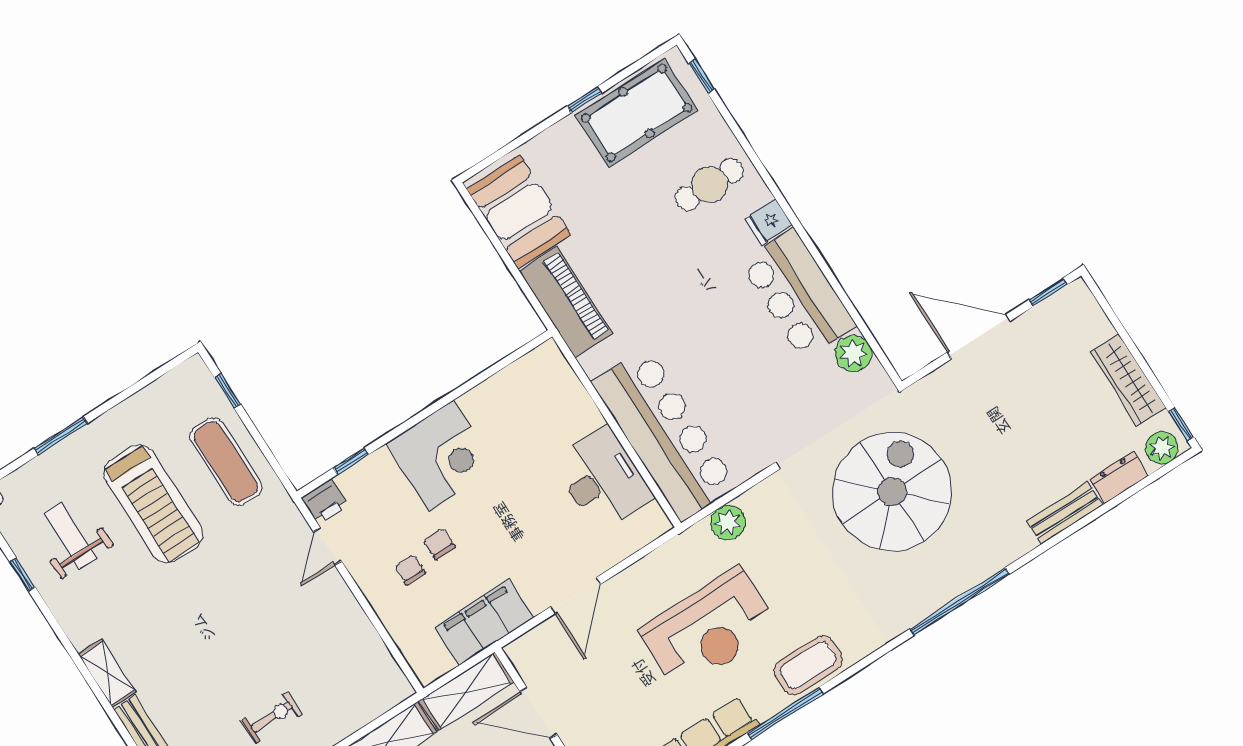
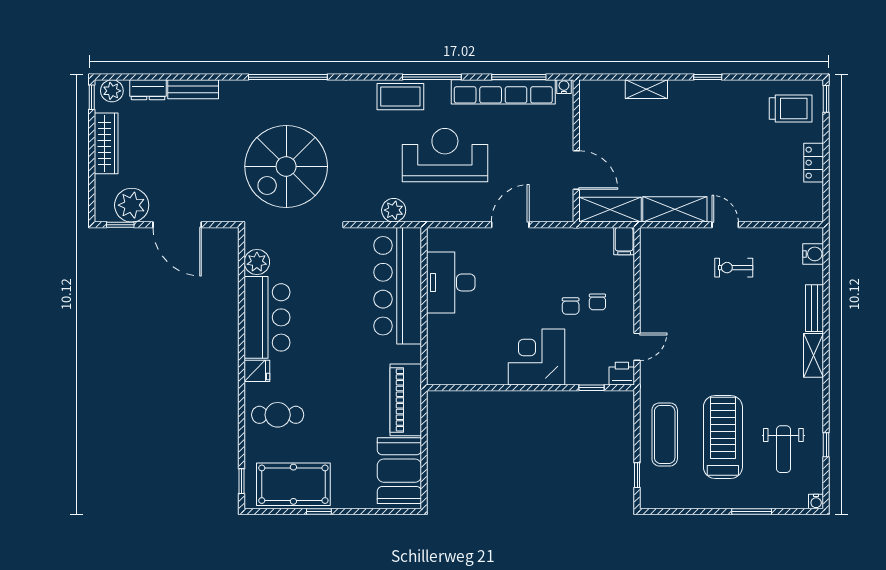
plant: (1049, 325) -> (132, 205), added
filing cabinet: (484, 622) -> (624, 241), moved, width x0.33, depth x0.86

